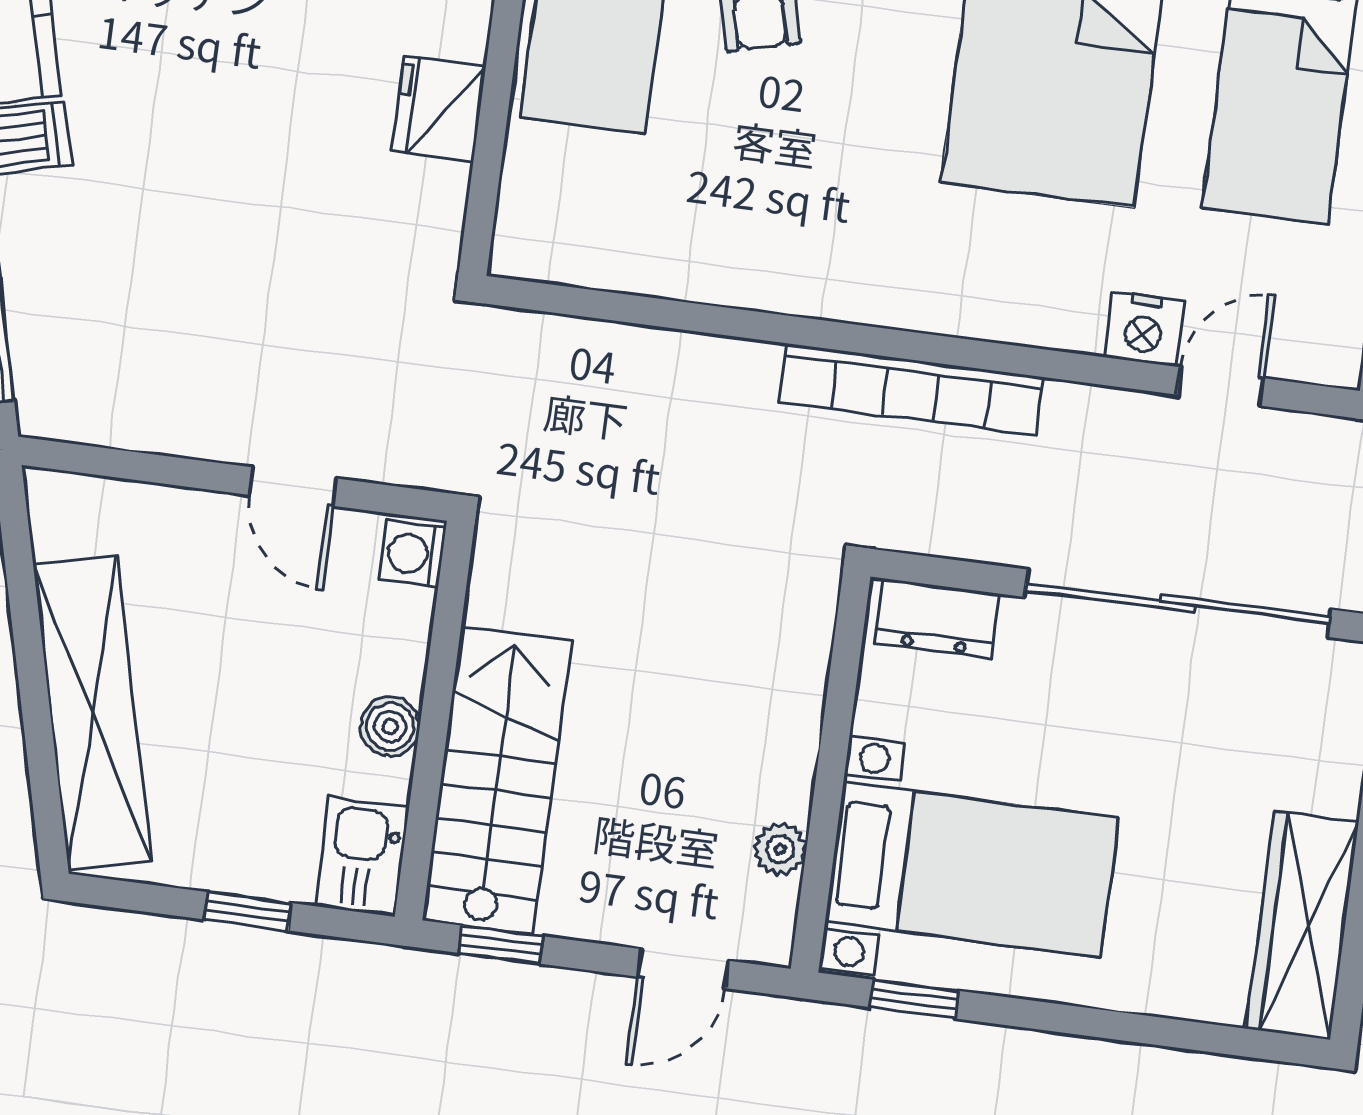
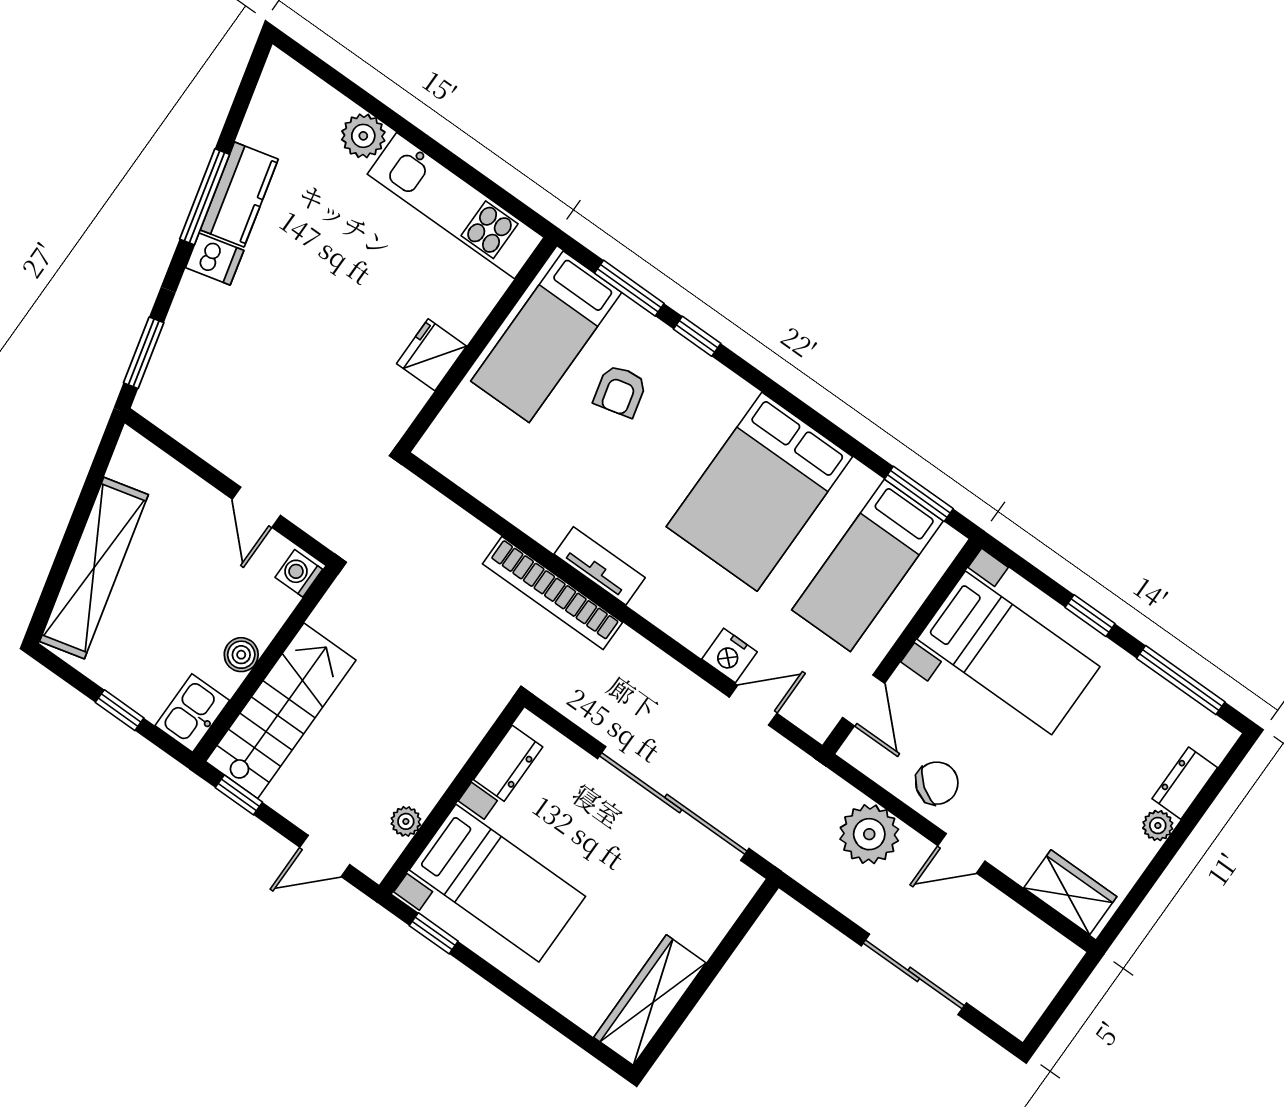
tv unit: (870, 297) -> (600, 566), added
bookcase: (911, 389) -> (552, 593), moved
dresser: (937, 619) -> (508, 763), moved, turned -90

